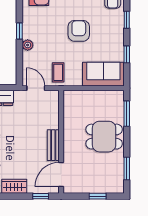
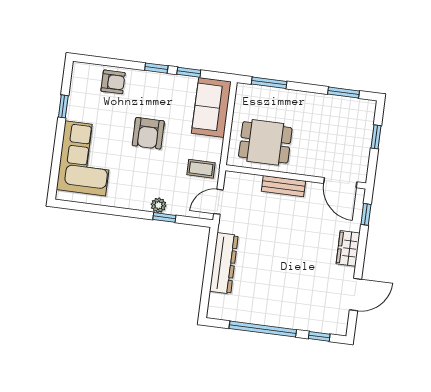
window: (127, 20) -> (156, 68), moved
window: (19, 31) -> (164, 217), moved
armchair: (79, 31) -> (148, 133), turned -90
dining table: (104, 137) -> (265, 142), moved, turned 90
bench: (53, 145) -> (283, 186), moved

